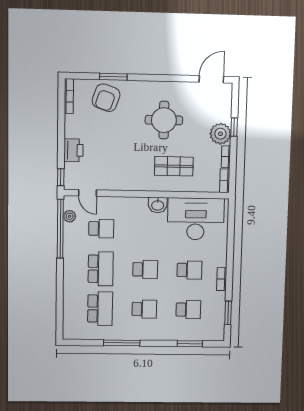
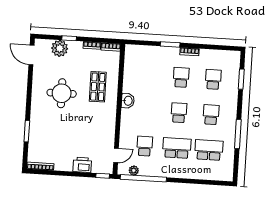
armchair: (106, 98) -> (43, 138), removed
plant: (220, 134) -> (60, 48), moved
desk: (196, 219) -> (140, 71), removed
window: (228, 313) -> (170, 44), moved

